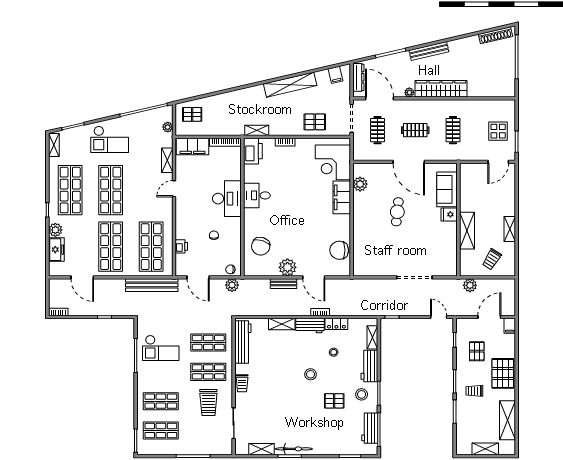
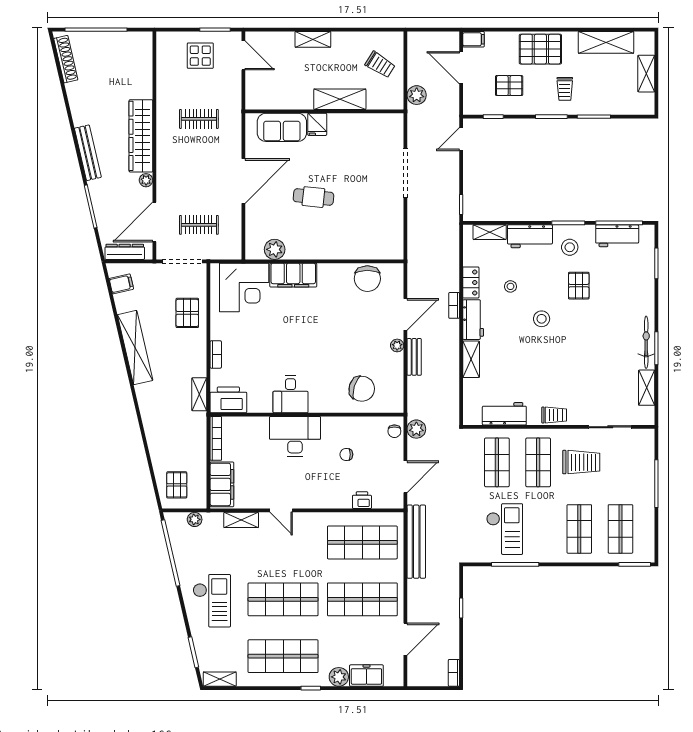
clothes rail: (415, 130) -> (199, 172), removed
shelving: (510, 229) -> (313, 39), moved
plant: (287, 267) -> (397, 345), width x0.53, depth x0.53
workbench: (243, 342) -> (504, 414), width x0.73

